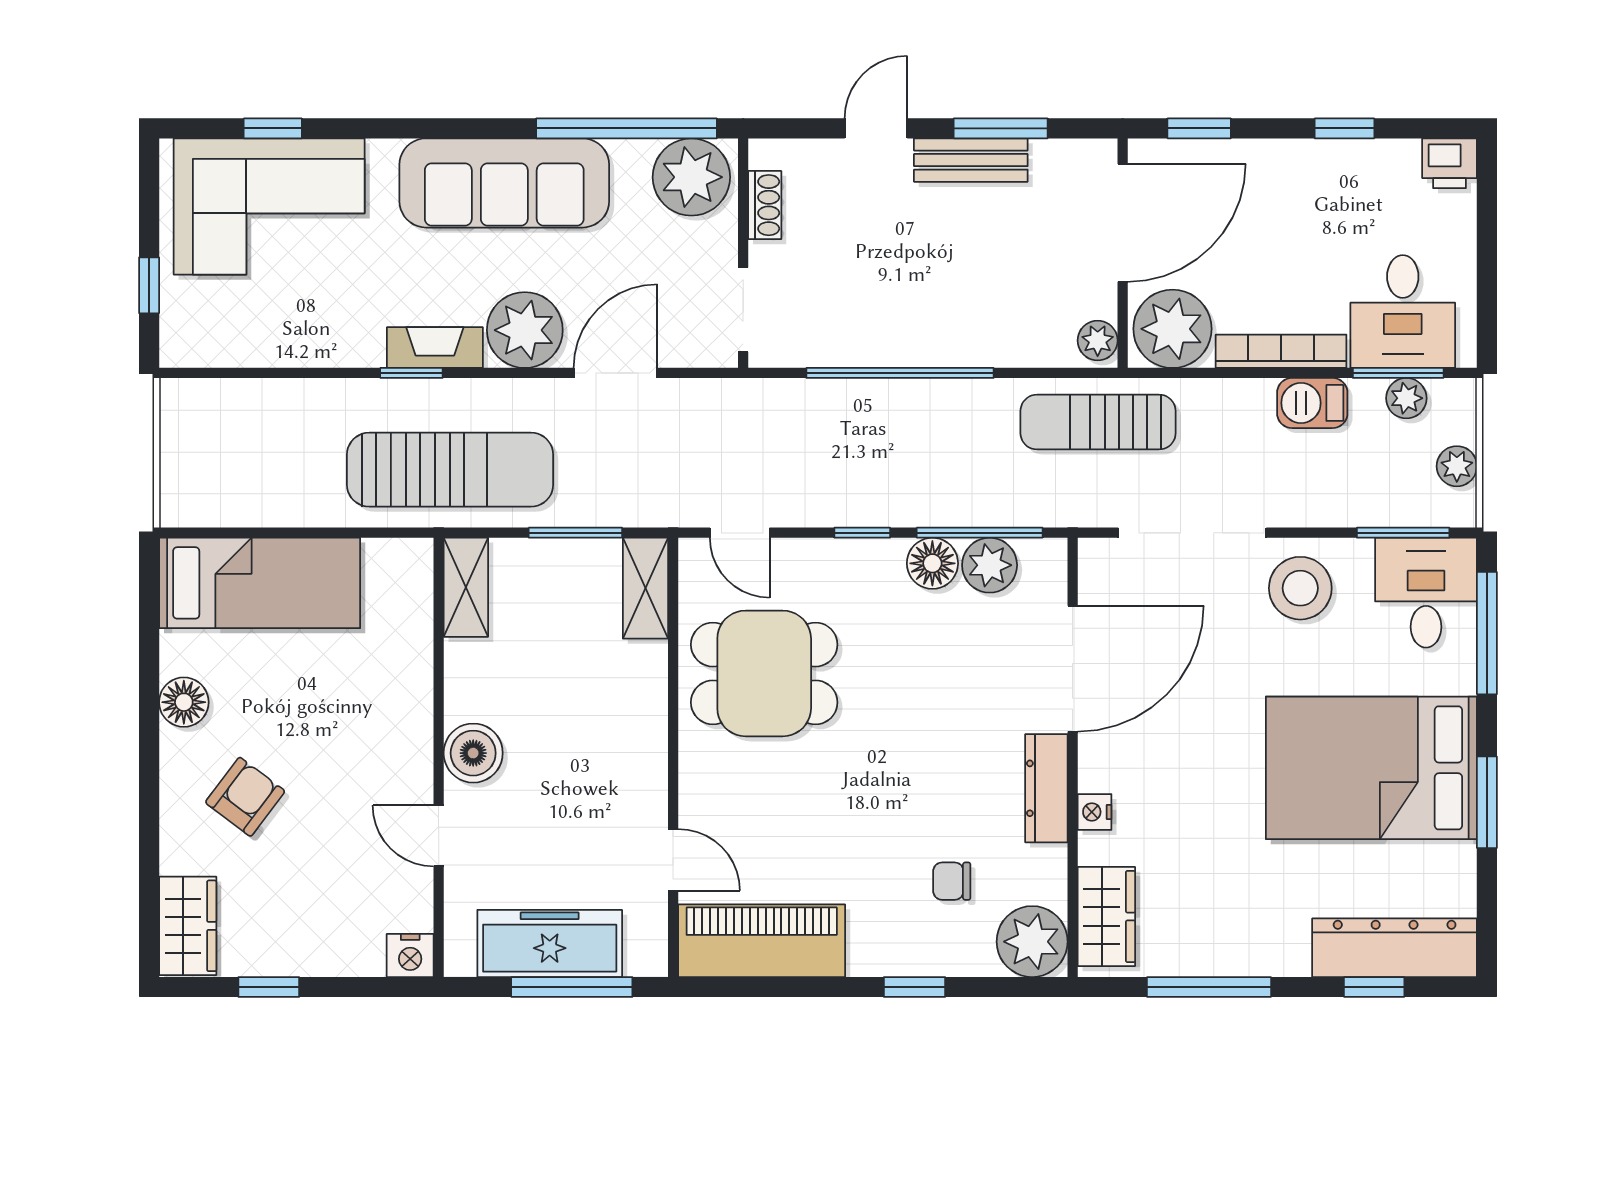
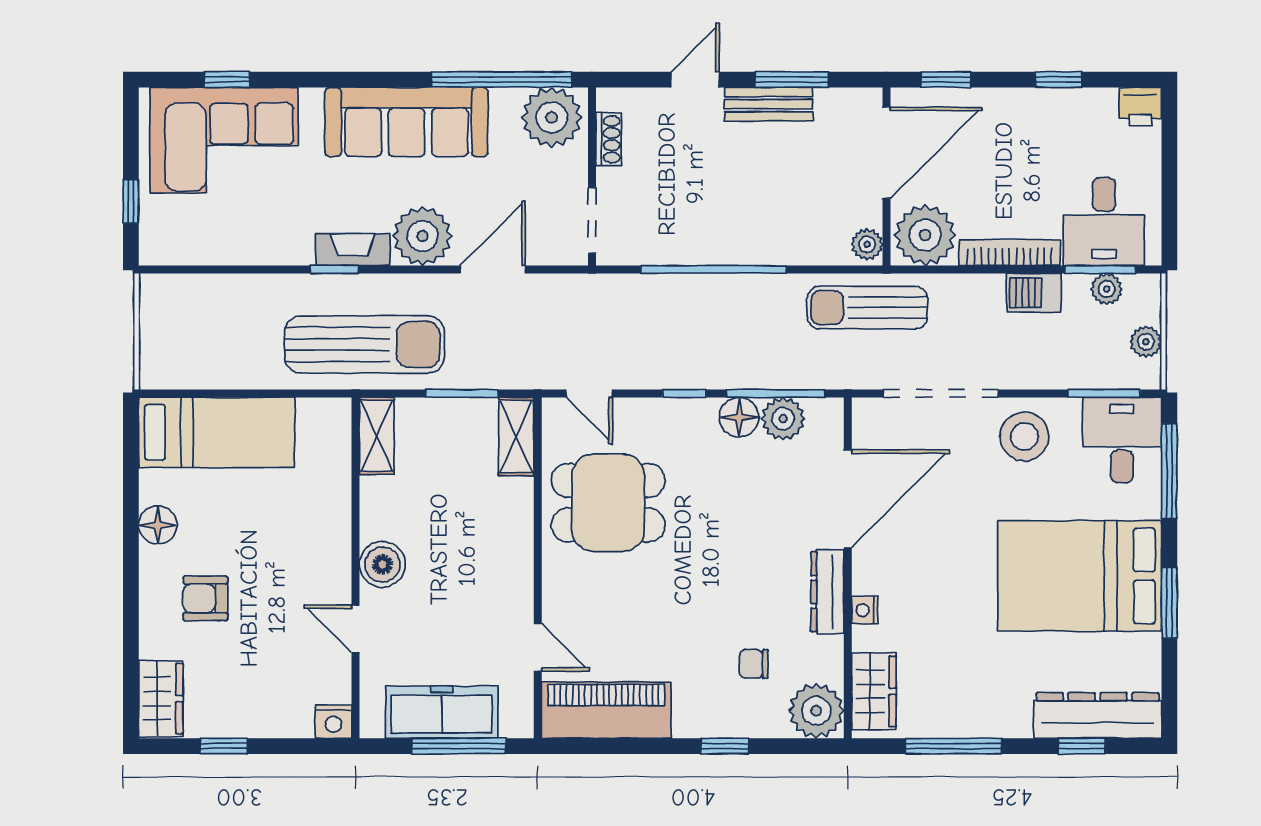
armchair: (245, 797) -> (205, 598), turned -127

